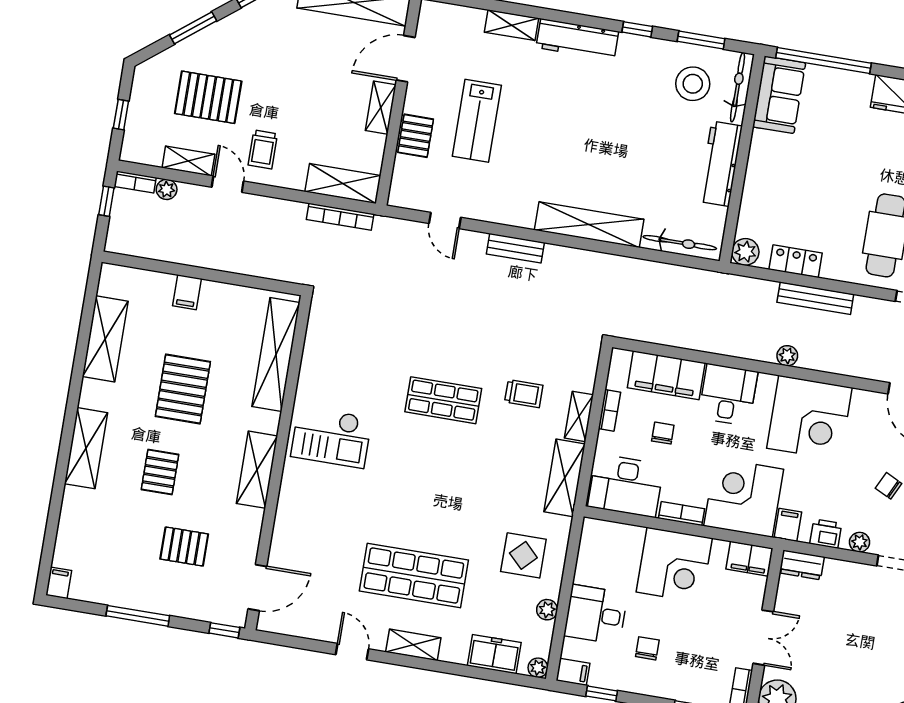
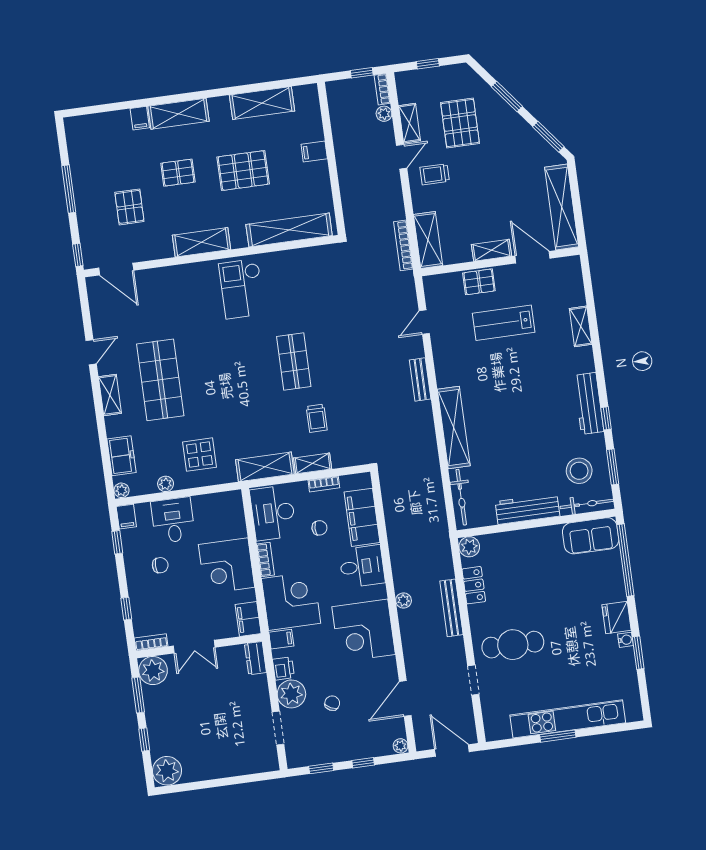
workbench: (577, 40) -> (589, 403), moved
plant: (860, 542) -> (291, 694), width x1.88, depth x1.88
filing cabinet: (59, 583) -> (140, 118), moved, turned 90

